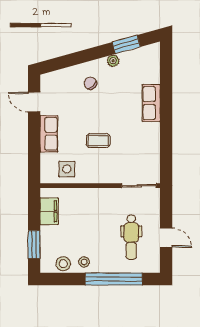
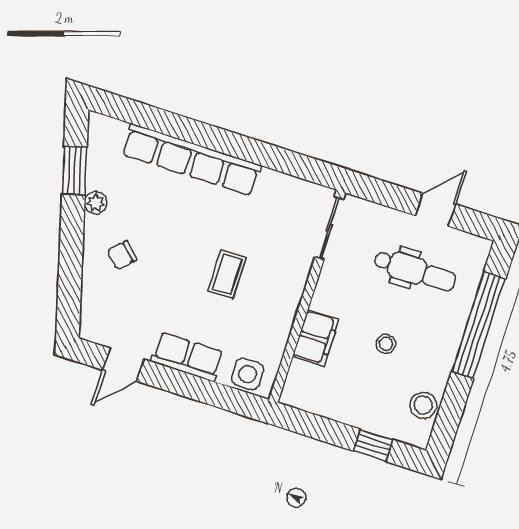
row of seats: (151, 103) -> (191, 160), width x2.02
side table: (67, 169) -> (248, 374), moved
filing cabinet: (49, 211) -> (316, 338), moved, turned 90
window: (34, 245) -> (373, 445), width x0.67
stool: (84, 262) -> (386, 344), moved

